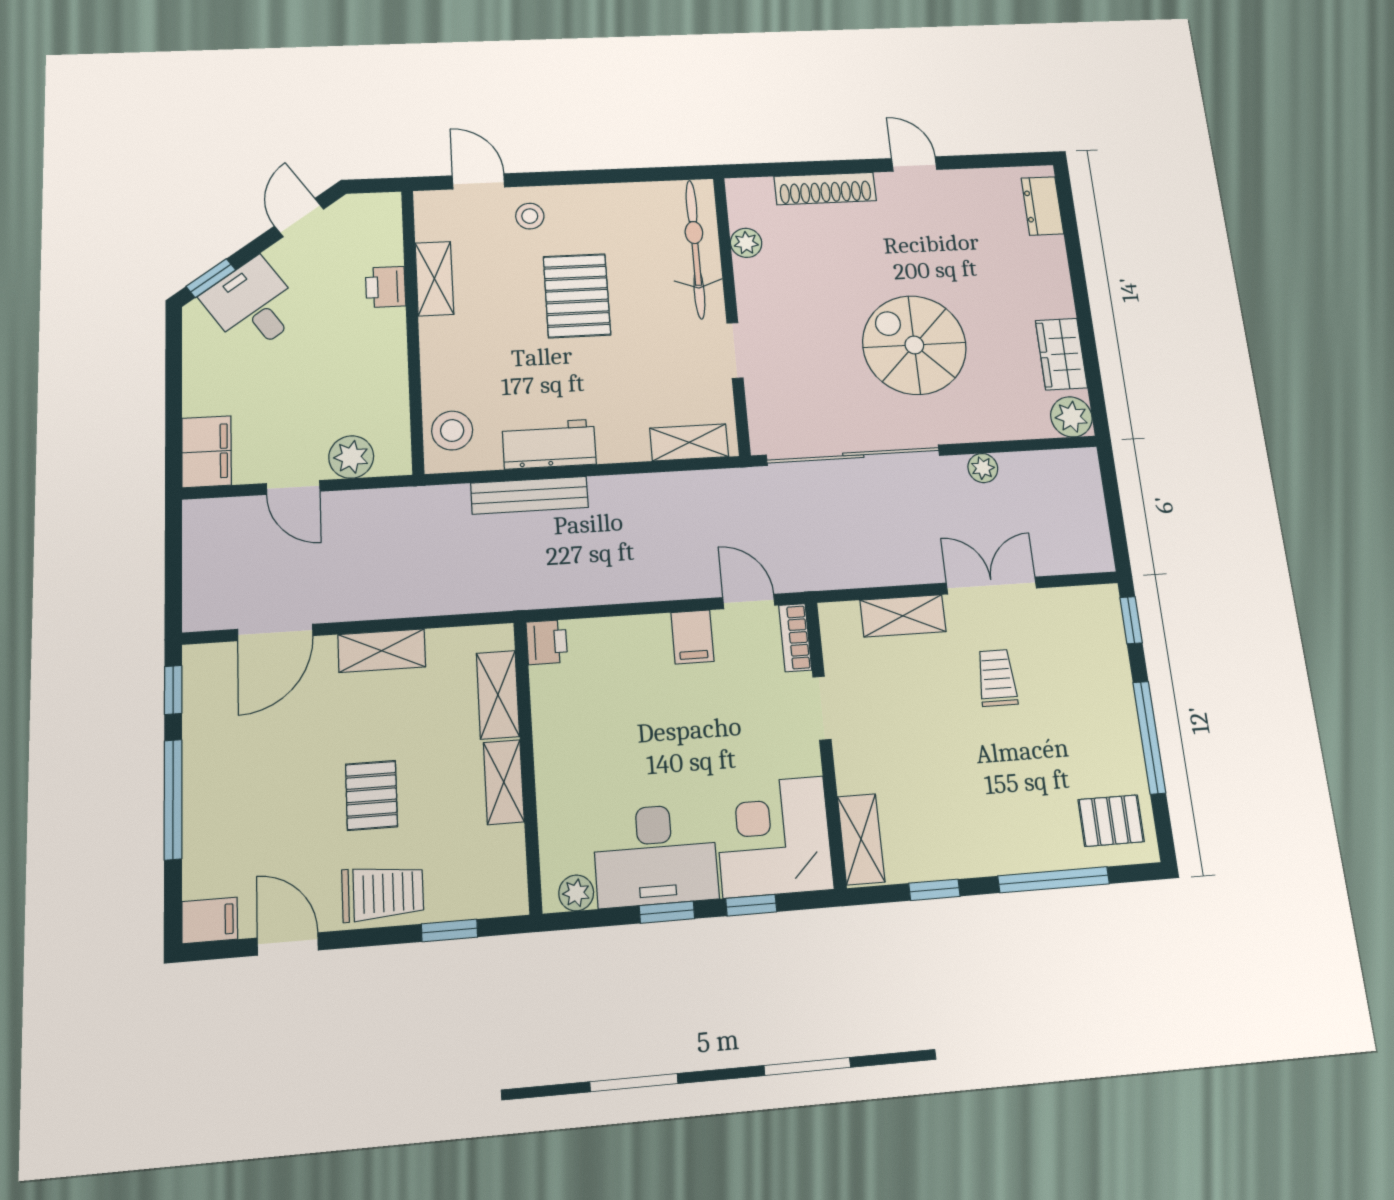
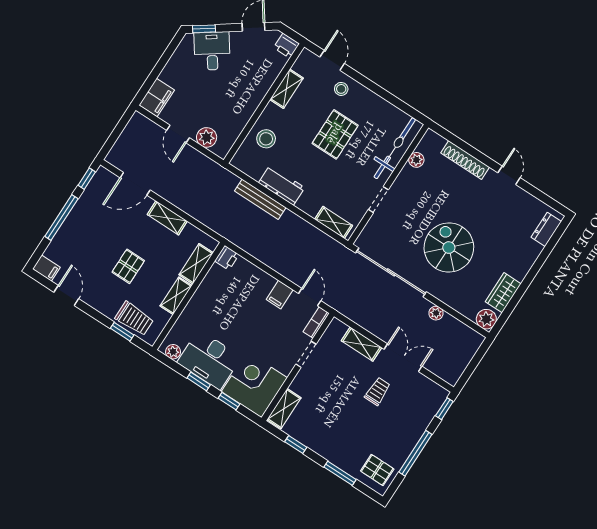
printer: (385, 287) -> (286, 46), moved, turned -90
stool: (452, 431) -> (266, 139), moved
window: (1054, 880) -> (340, 473), width x0.69
trolley: (383, 893) -> (134, 319), moved

